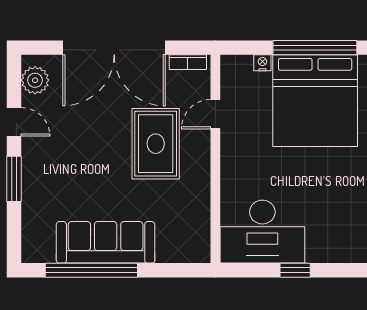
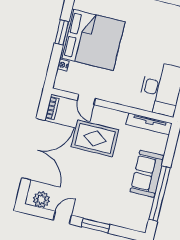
window: (315, 48) -> (62, 32), width x0.47
tv unit: (201, 226) -> (149, 124), added
sofa: (106, 242) -> (147, 174), width x0.73

